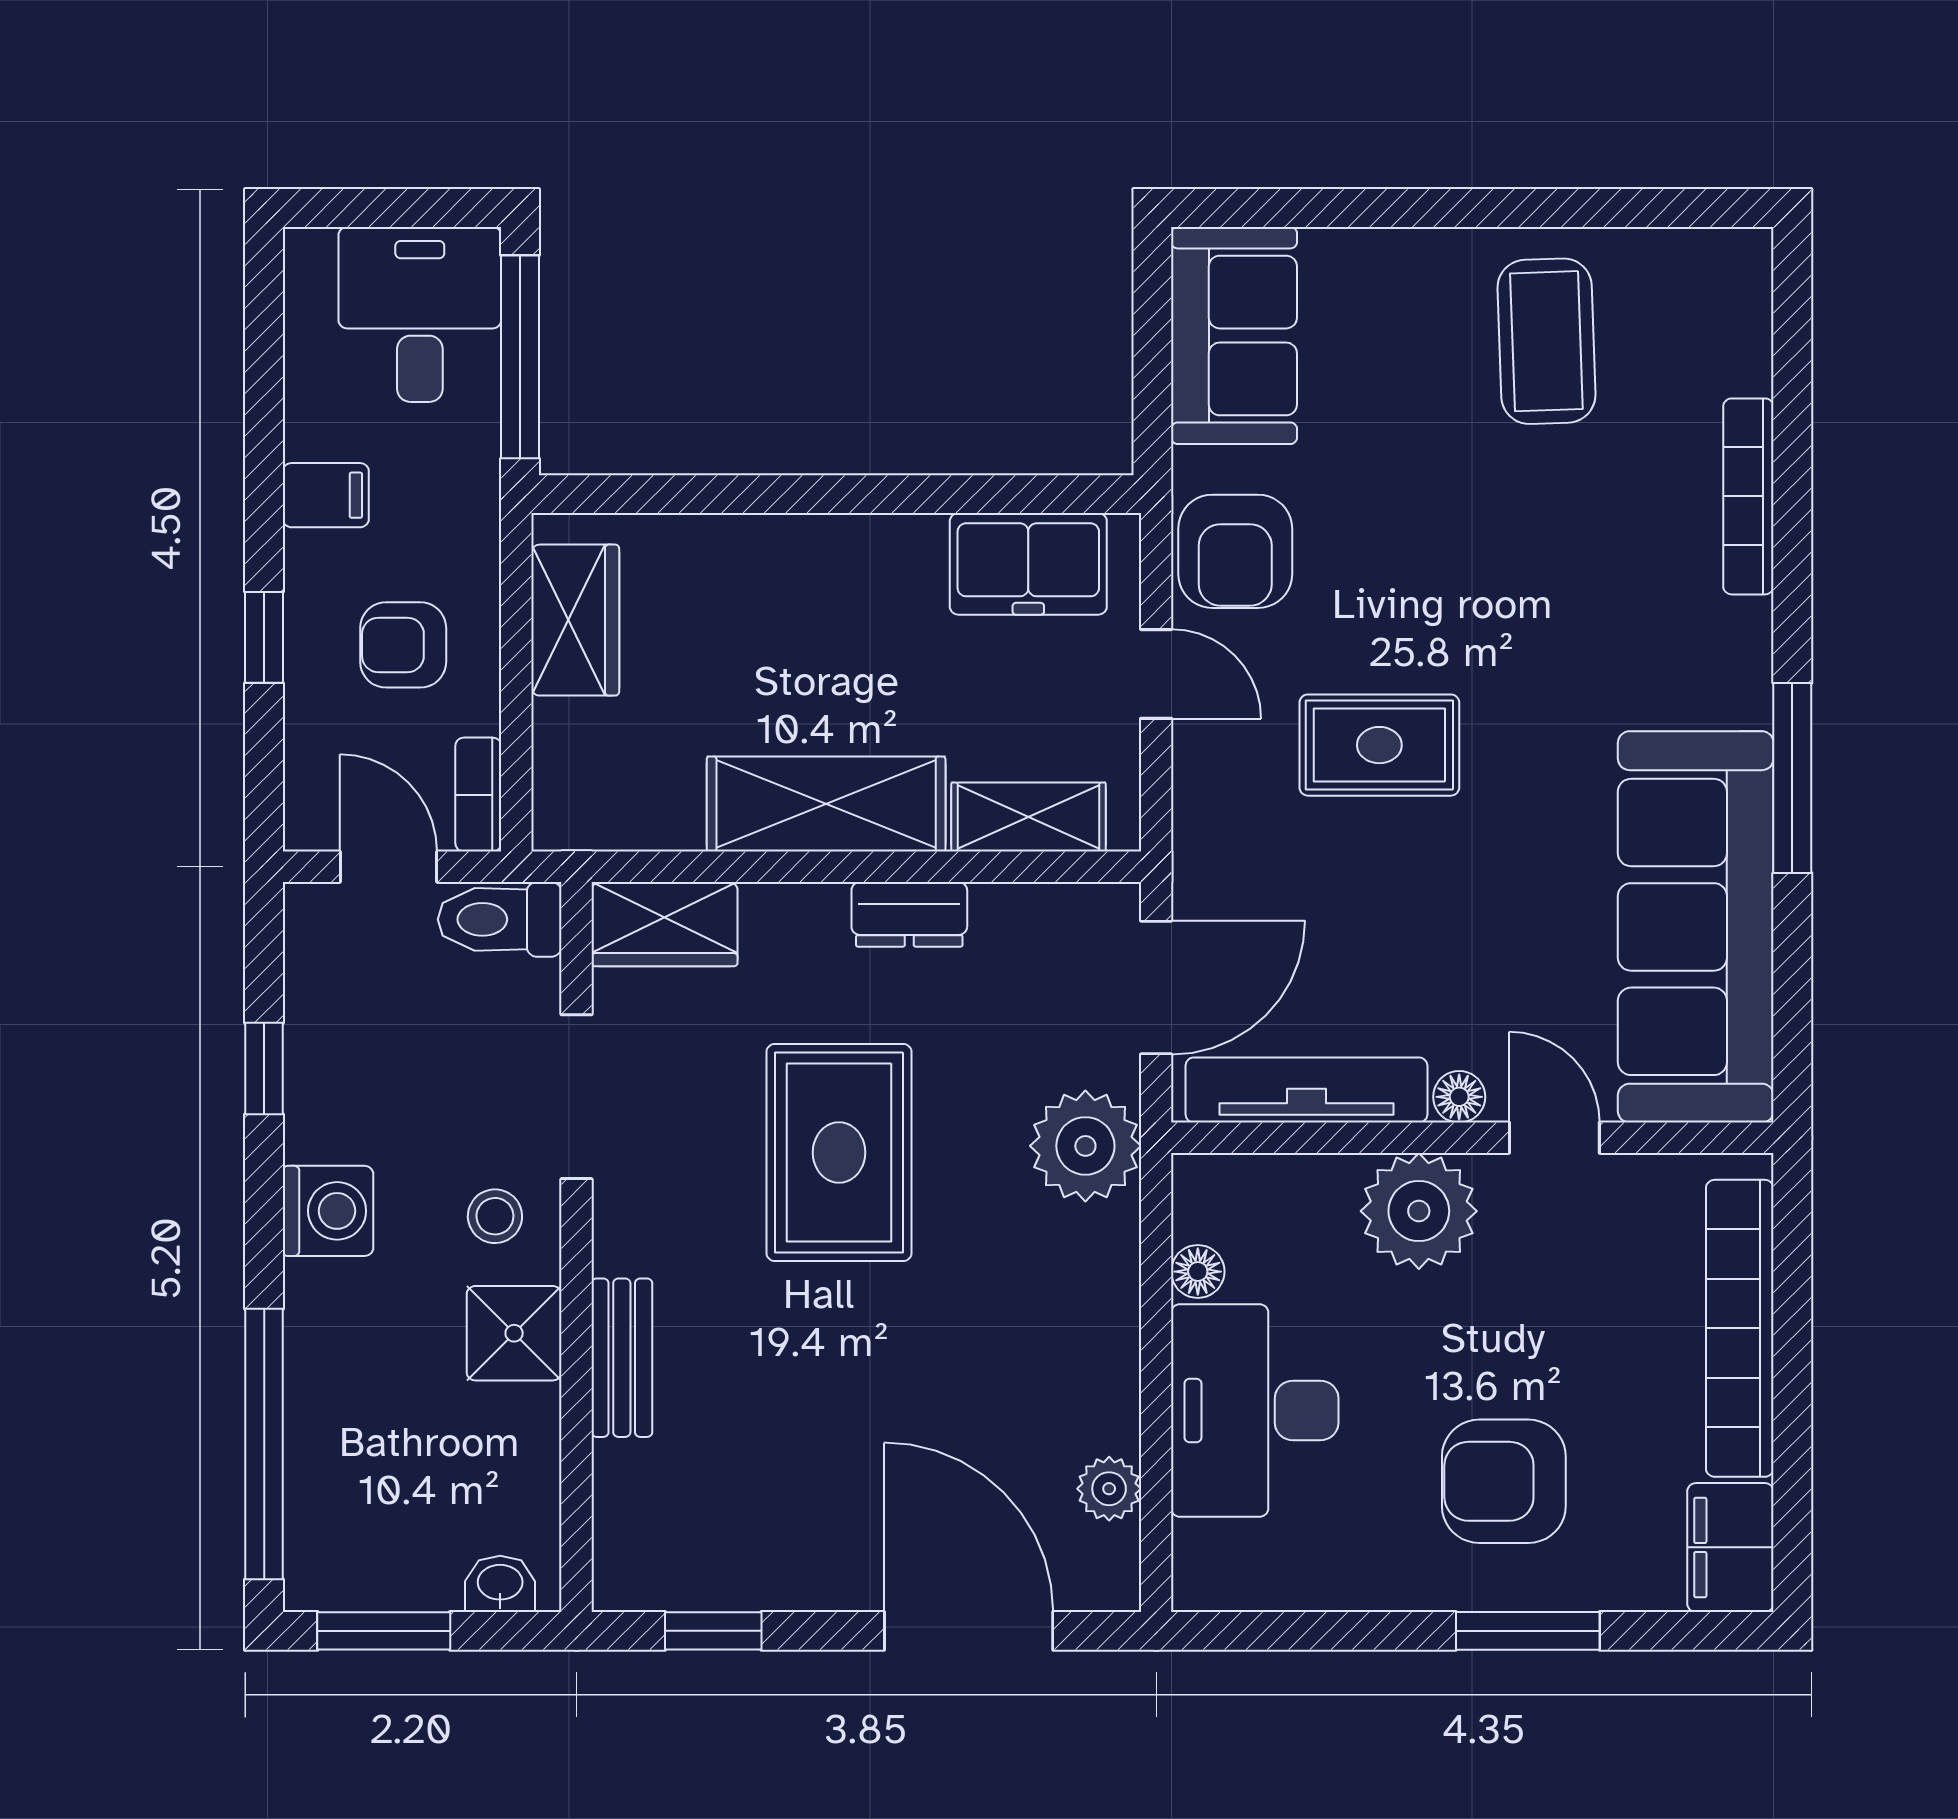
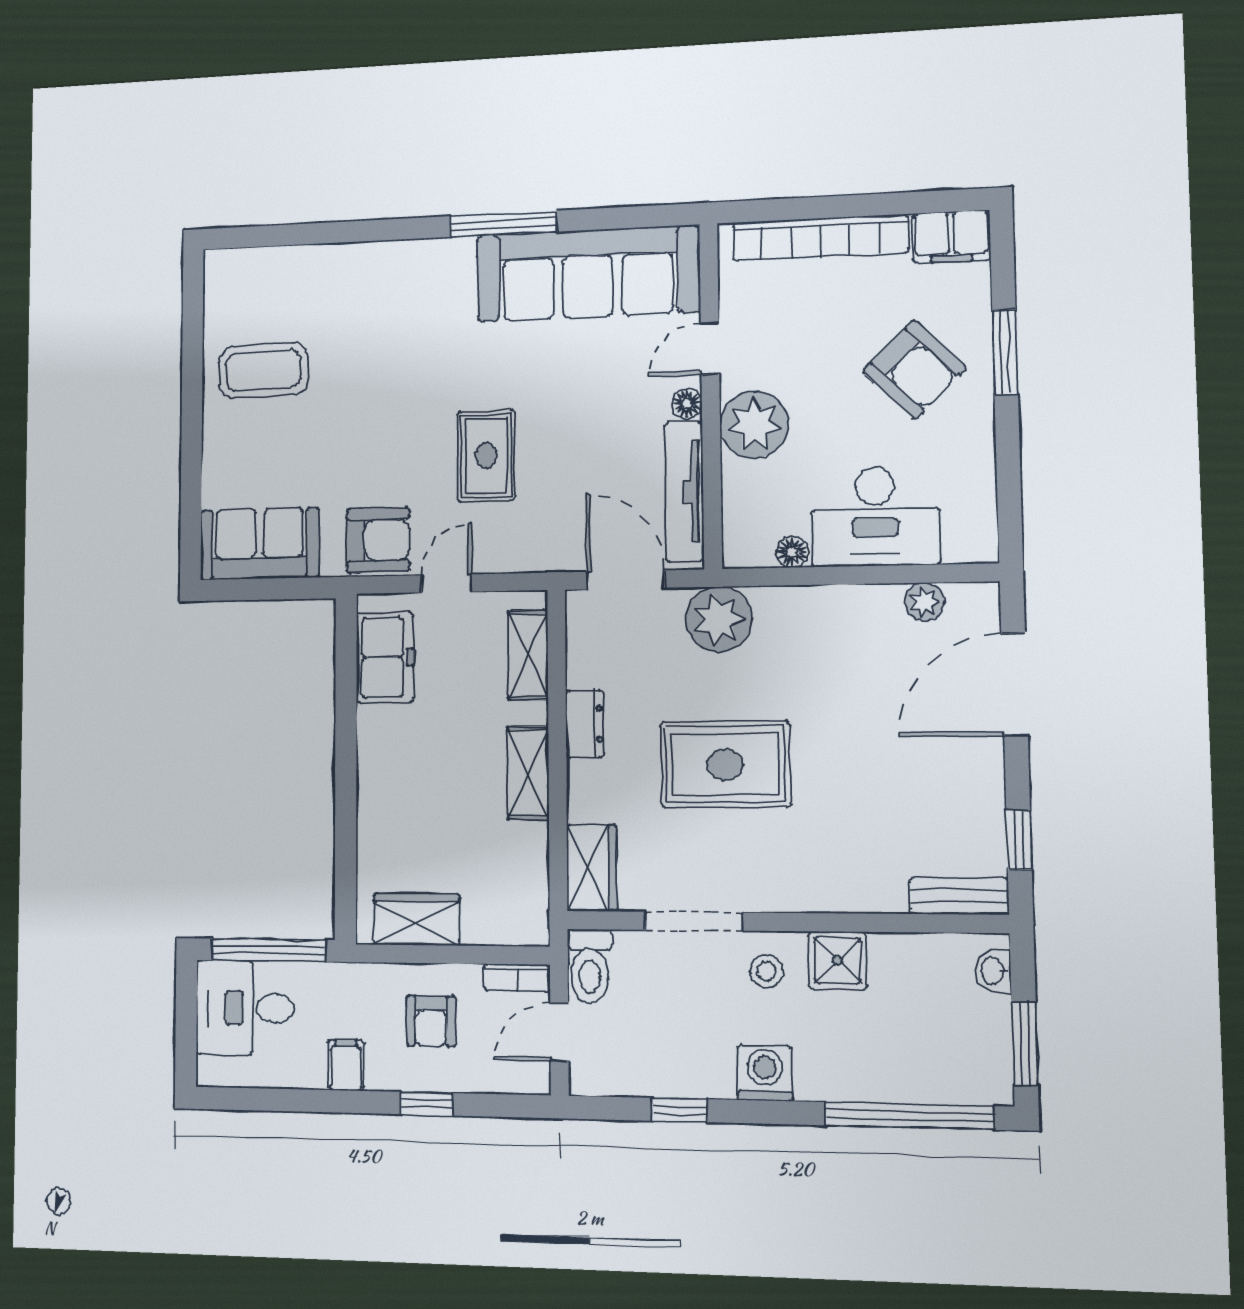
bookcase: (1748, 496) -> (348, 256), removed
shelving: (826, 804) -> (528, 773), width x0.67, depth x0.75
bench: (622, 1358) -> (959, 896), moved
armchair: (1504, 1481) -> (914, 370), turned -45

